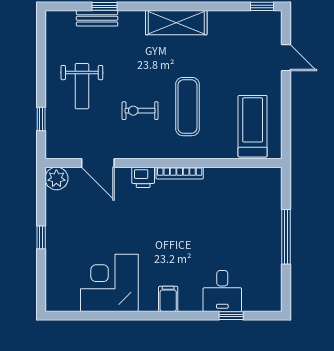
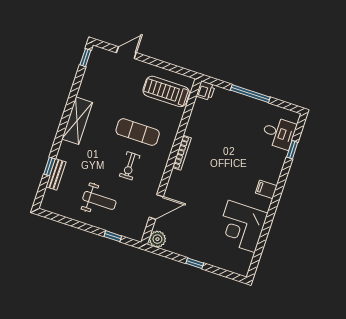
printer: (143, 177) -> (206, 91), moved
desk: (222, 291) -> (279, 133), moved

